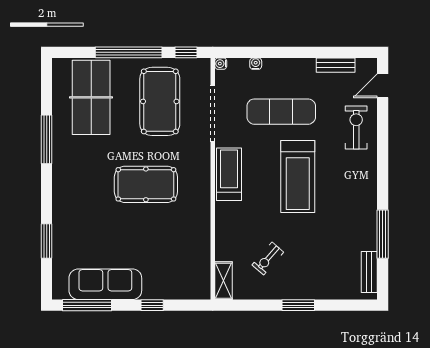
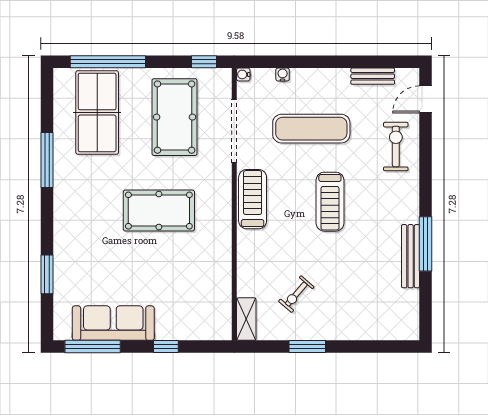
window: (129, 52) -> (108, 62), moved
treadmill: (298, 176) -> (330, 202), width x0.73, depth x0.73
window: (383, 234) -> (426, 244), moved
bench: (369, 272) -> (411, 256), moved, width x1.36
window: (298, 305) -> (307, 347), moved

